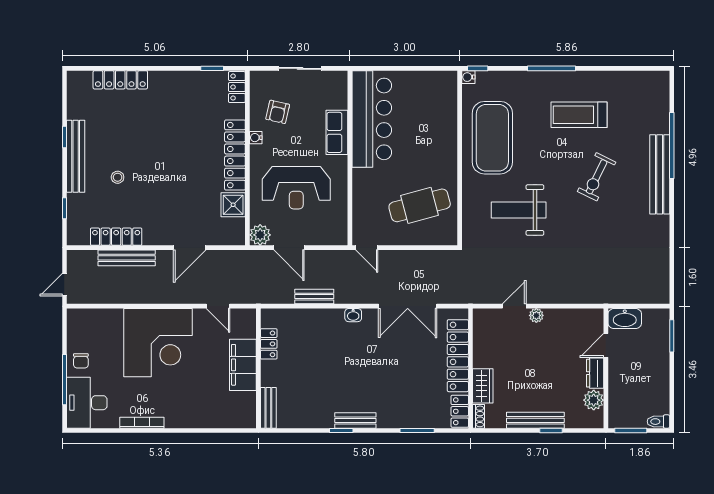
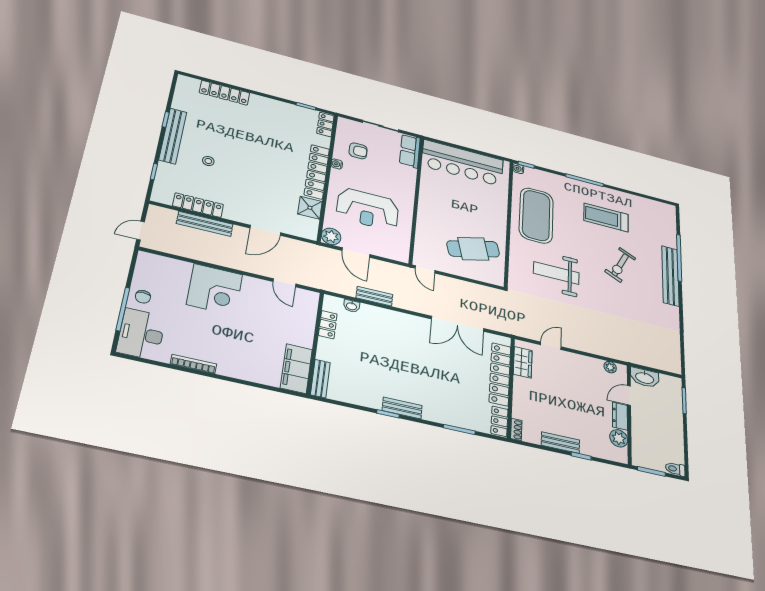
armchair: (278, 112) -> (358, 151), turned -103
bar counter: (372, 119) -> (463, 163), moved, turned 90
row of seats: (337, 132) -> (410, 151), moved
washbasin: (353, 315) -> (352, 306), moved
plant: (536, 315) -> (610, 367), moved
corner desk: (158, 343) -> (215, 290), width x0.74, depth x0.74
filing cabinet: (243, 365) -> (296, 369), moved
wardrobe: (483, 386) -> (523, 362), moved
bench: (535, 420) -> (560, 443), width x0.73

